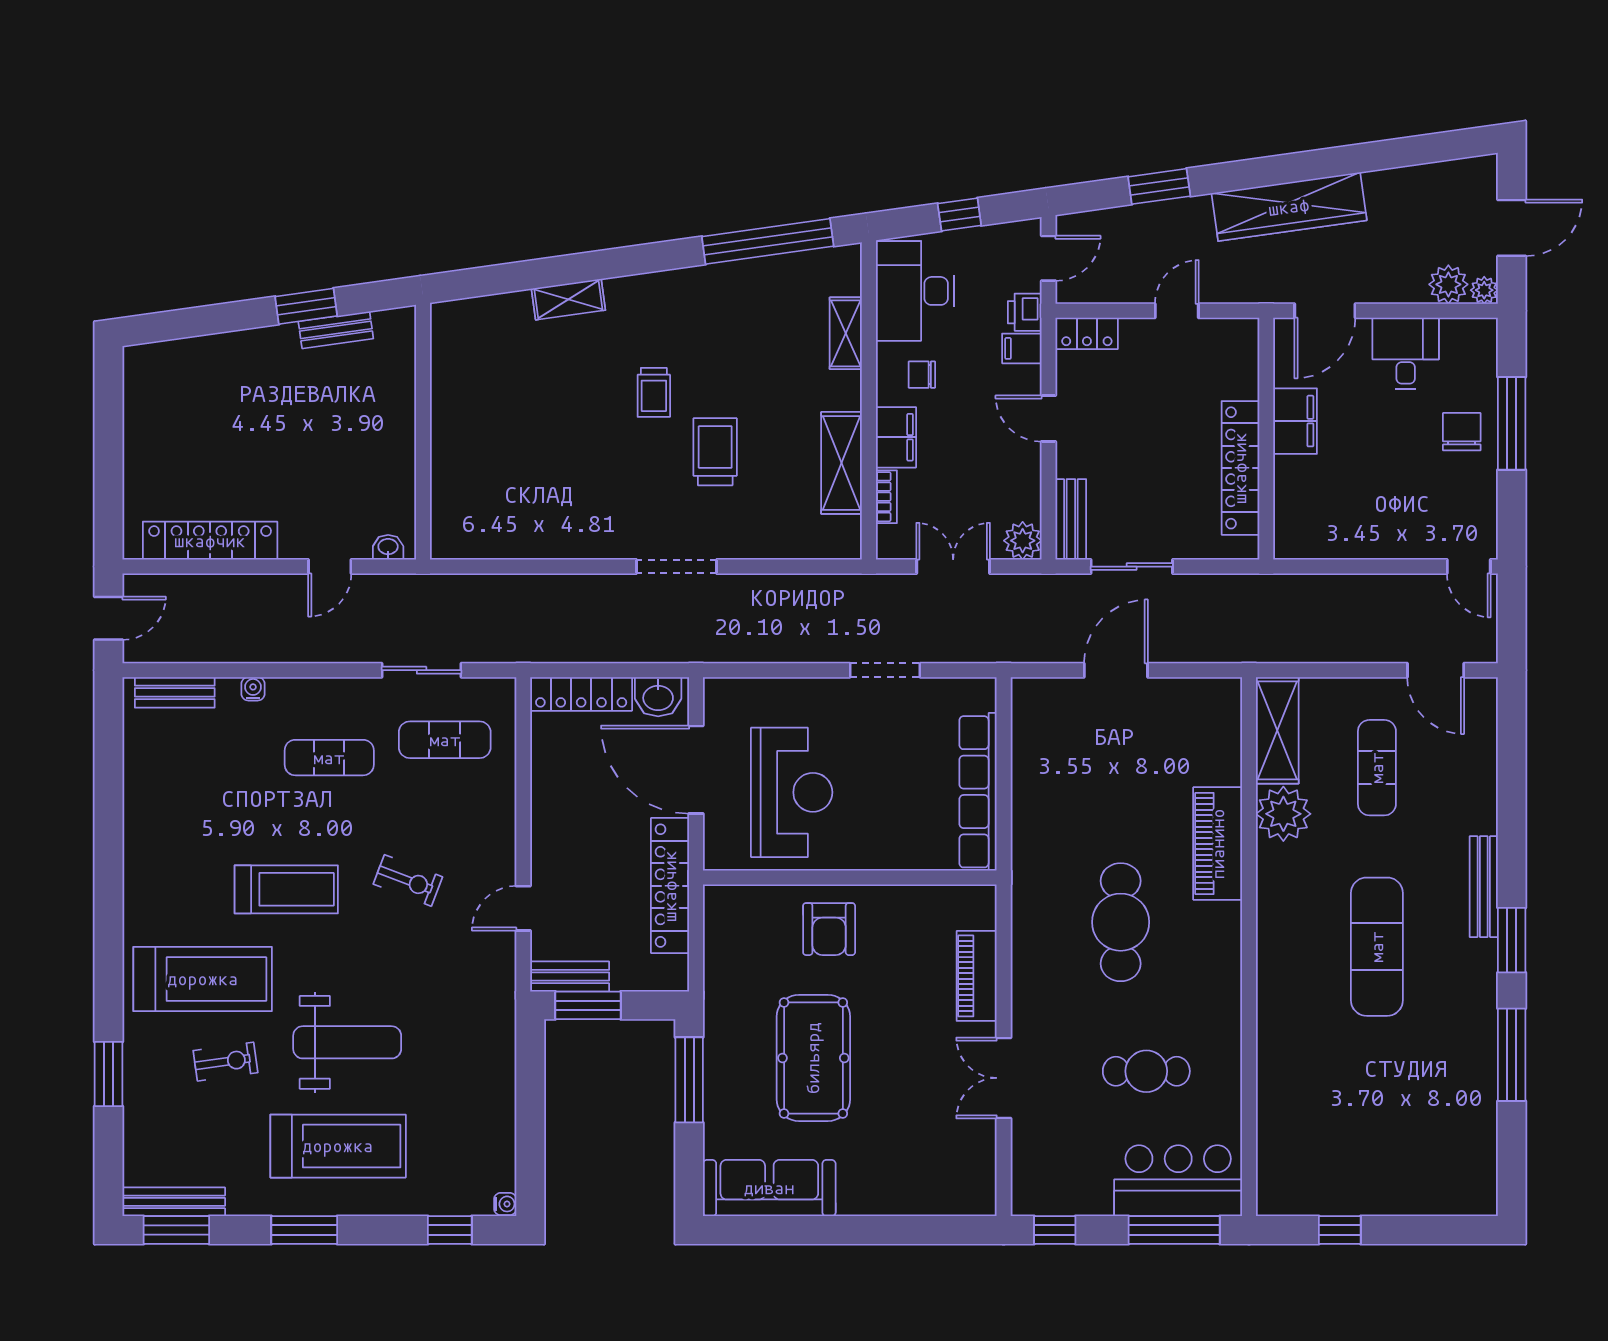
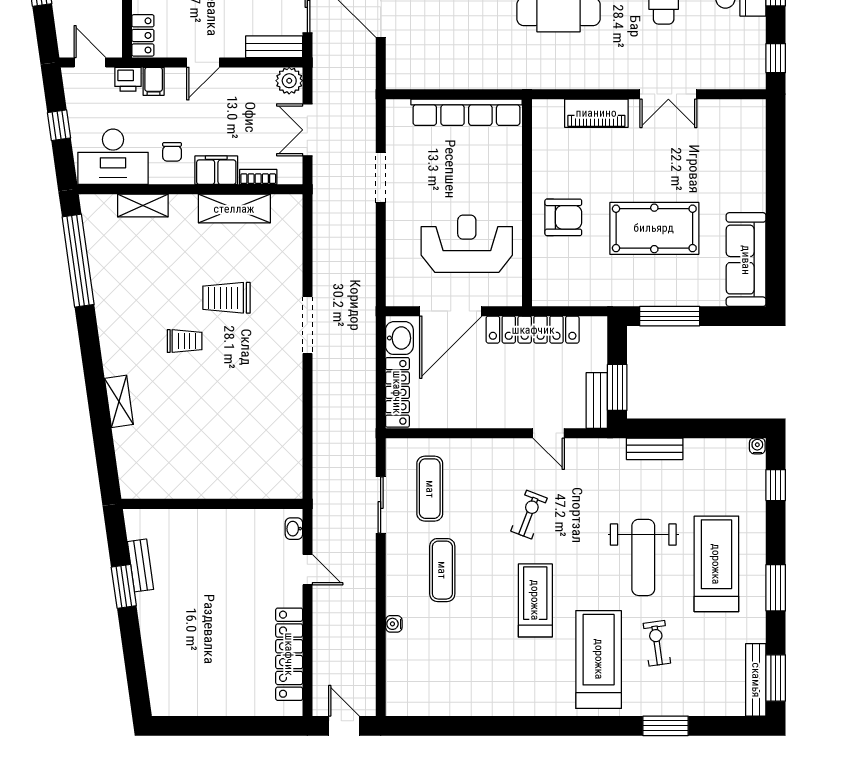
bench: (175, 692) -> (655, 449), moved, turned 90
weight bench: (347, 1042) -> (643, 557), turned 180

